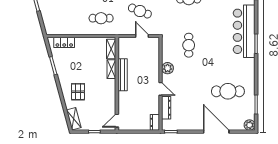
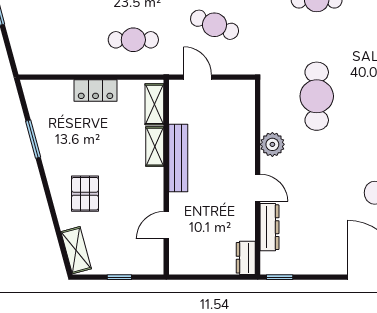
door: (142, 36) -> (197, 77), moved
locker: (64, 42) -> (96, 90), moved
cafe table: (189, 45) -> (317, 96), width x1.37, depth x1.35
door: (117, 121) -> (166, 225), moved

